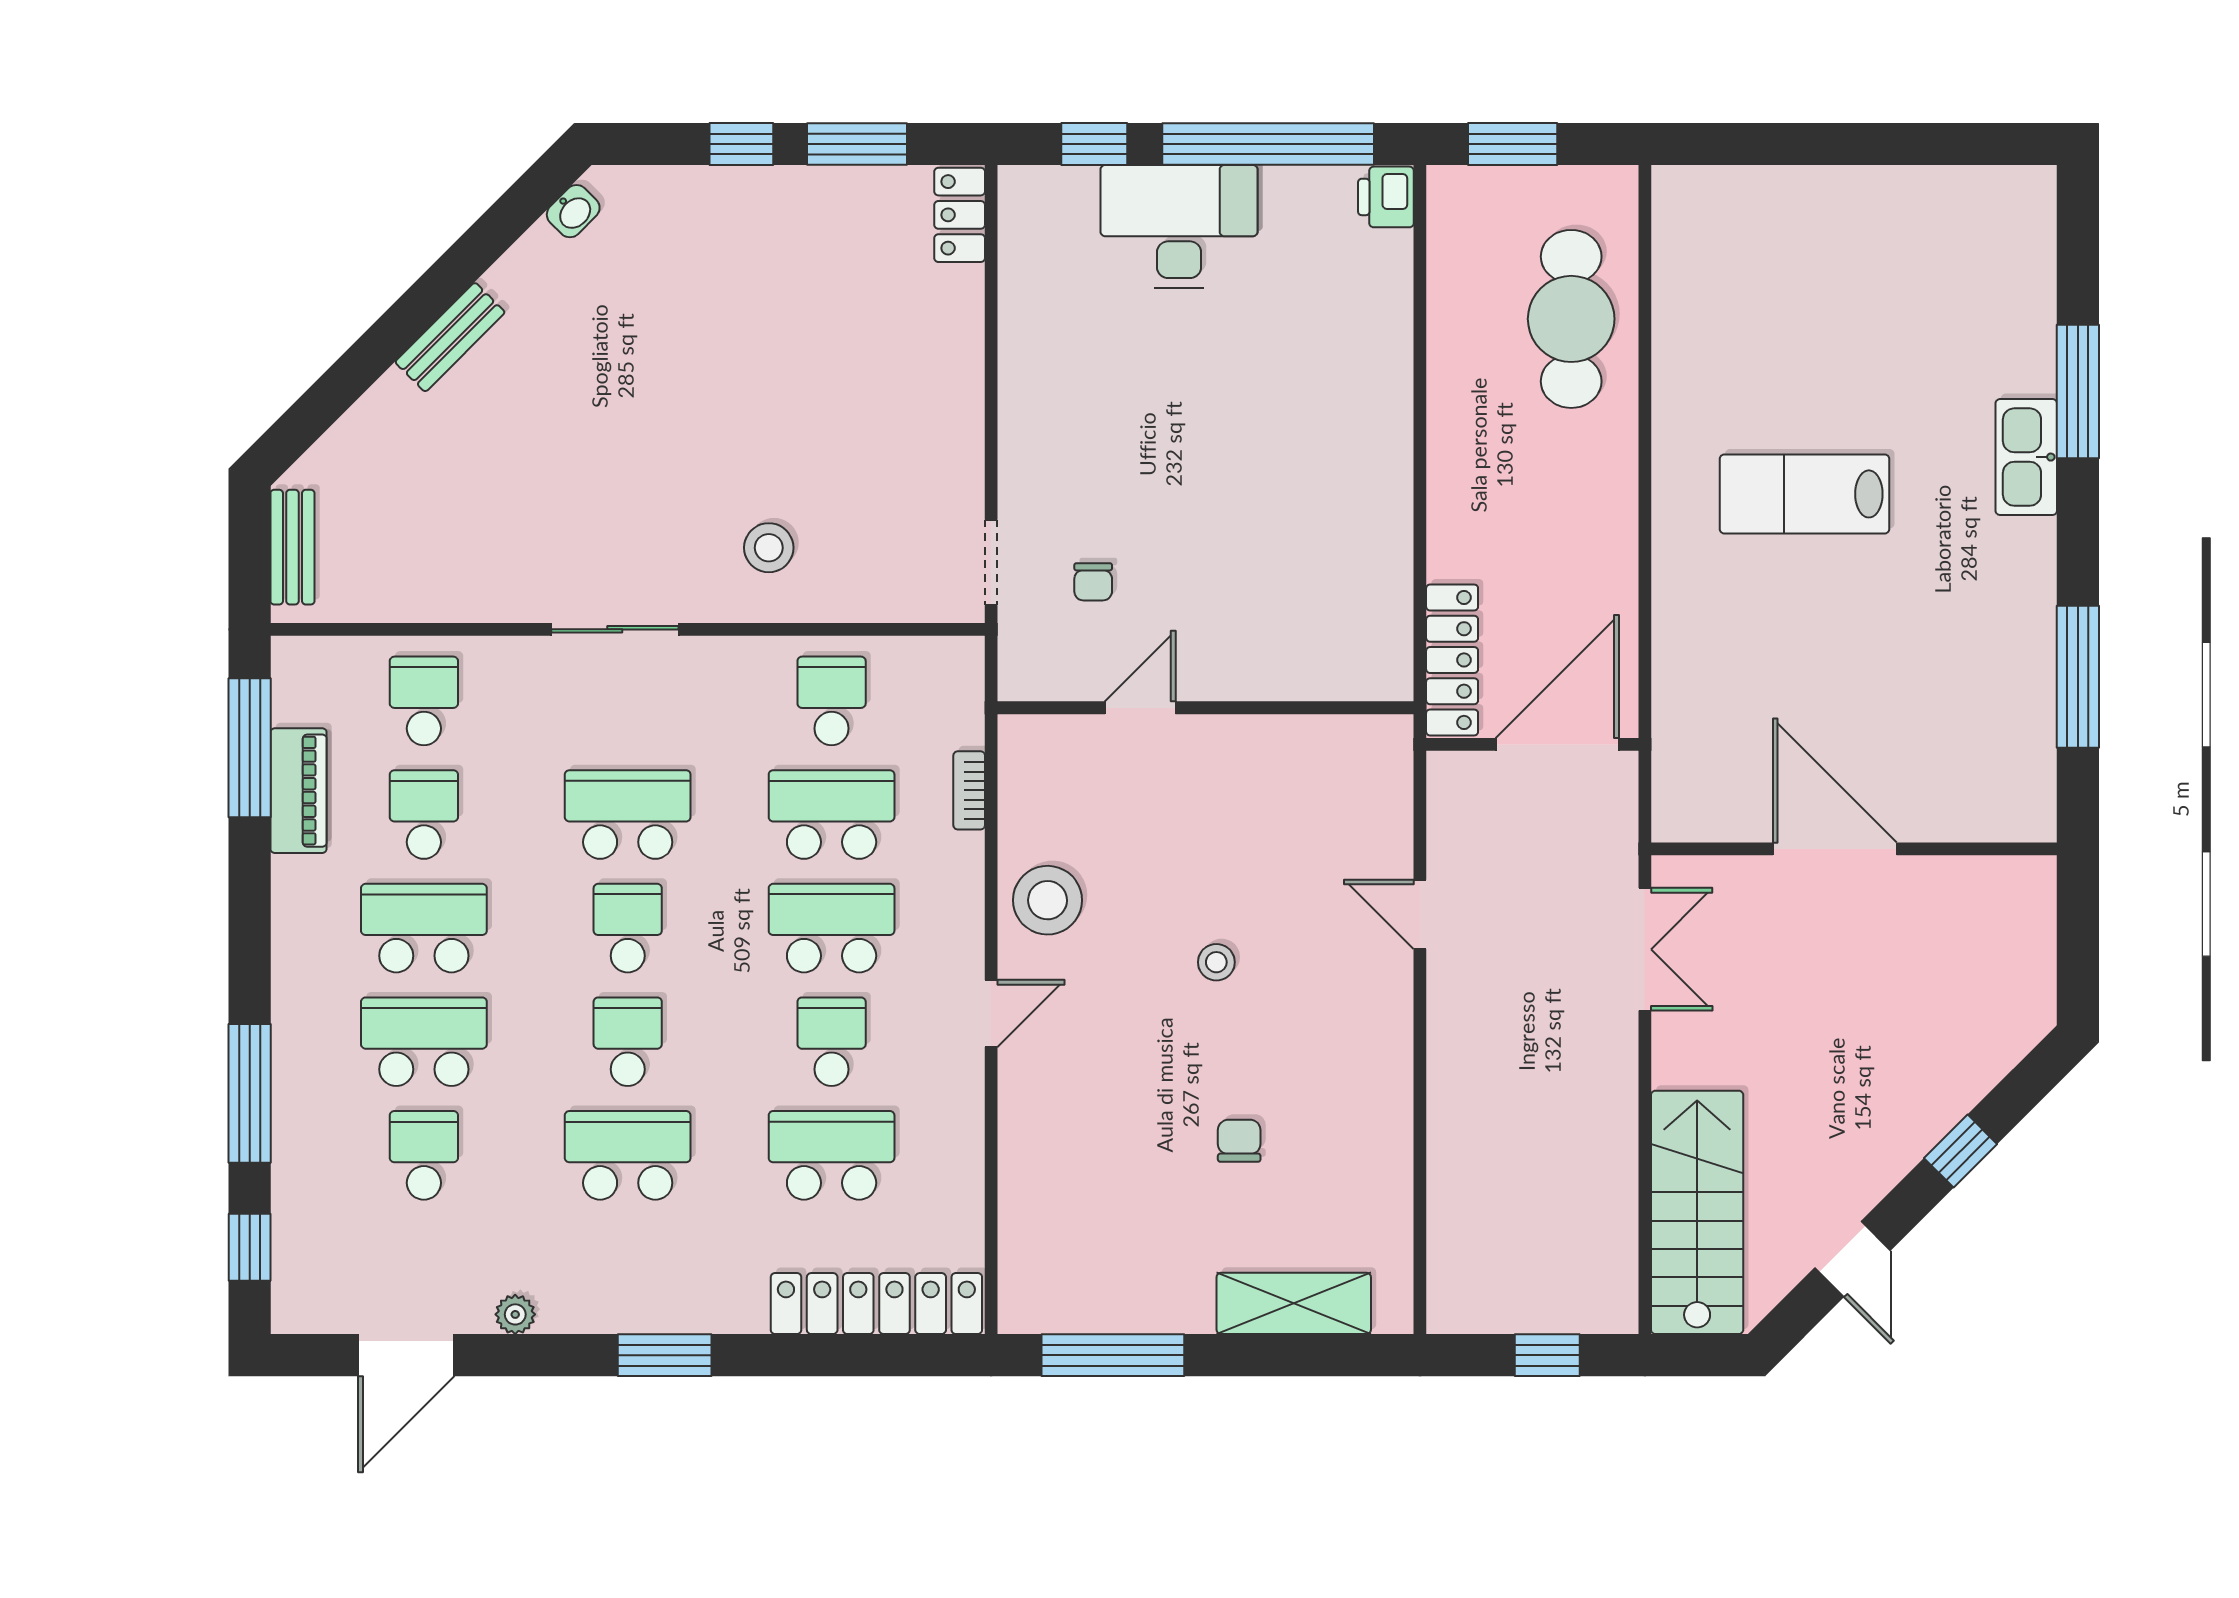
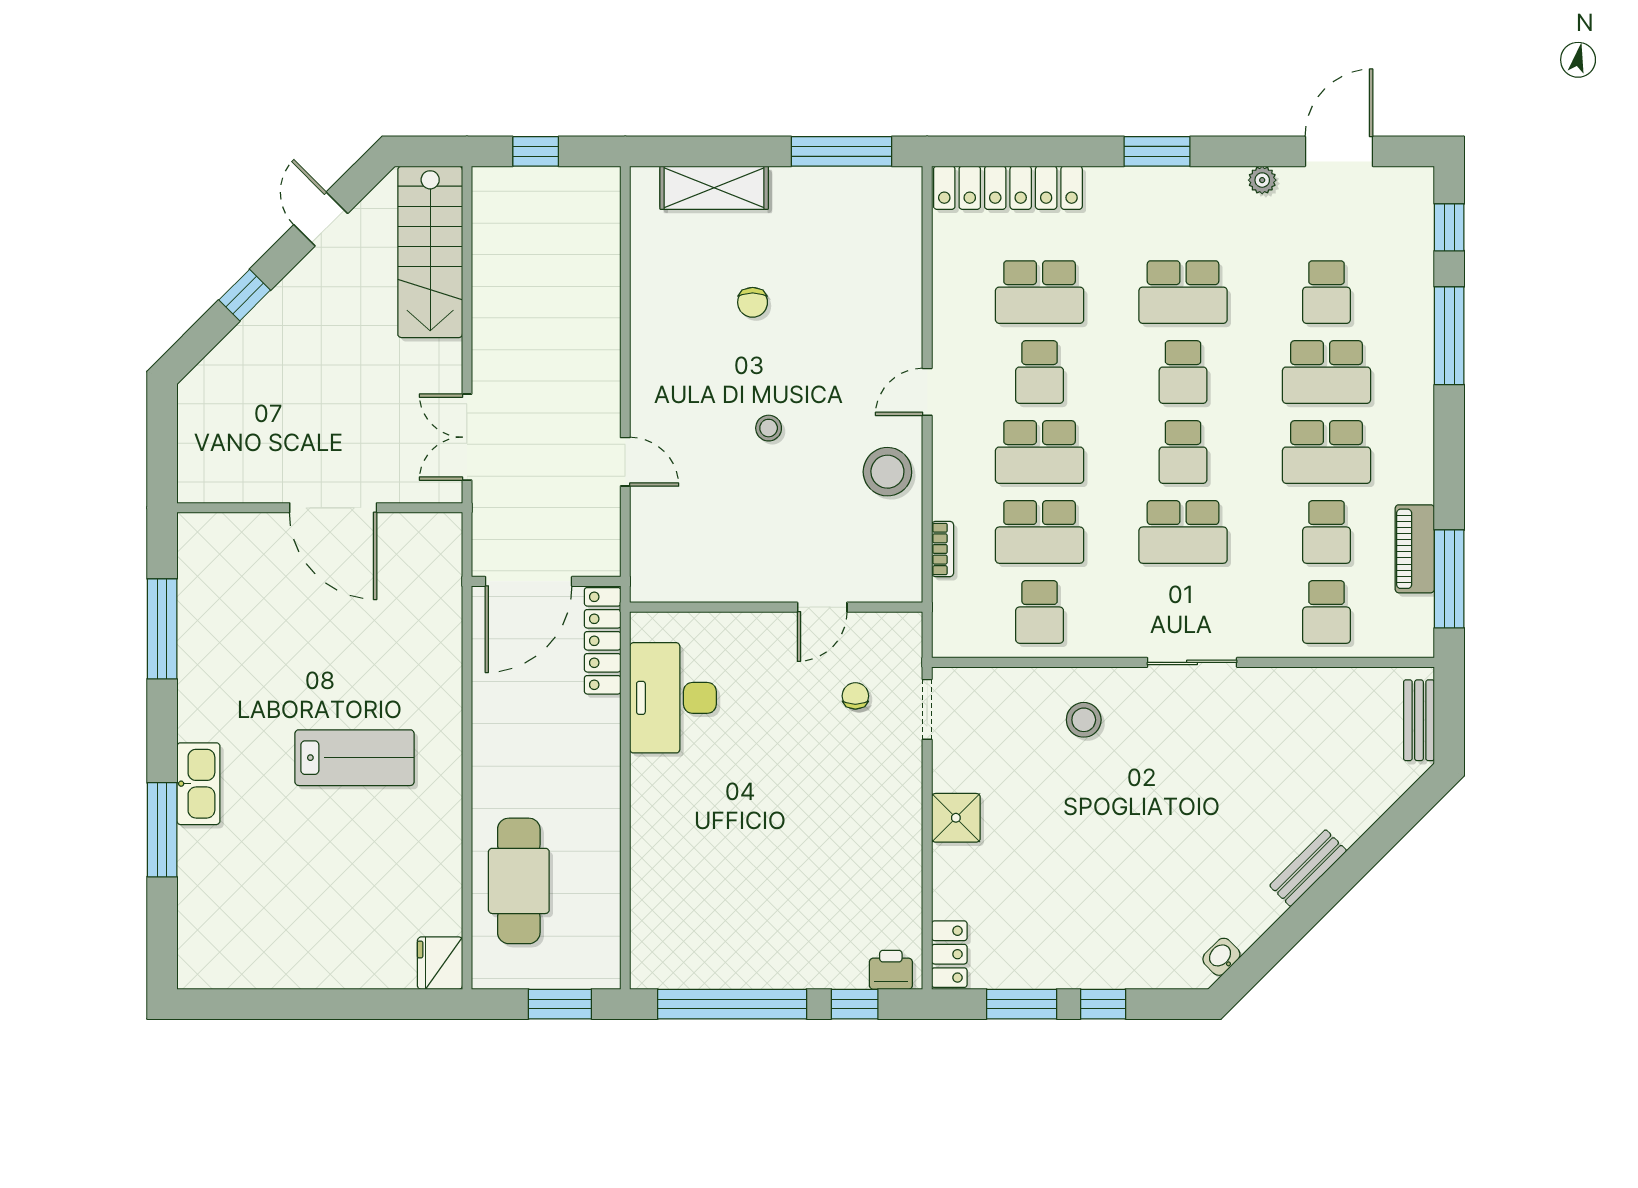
printer: (1386, 197) -> (891, 970), moved, turned -90
fridge: (1683, 202) -> (440, 963), added
desk: (1179, 226) -> (673, 698), moved, turned 90
shower: (950, 409) -> (956, 818), added

